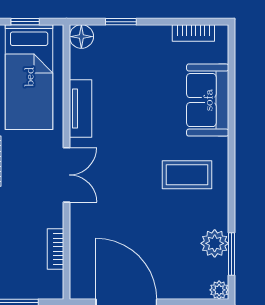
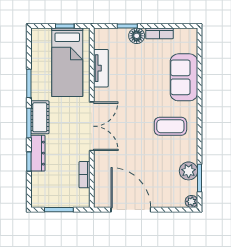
bookcase: (193, 33) -> (159, 33), moved
floor lamp: (81, 37) -> (137, 36), moved
tv unit: (80, 108) -> (101, 68), moved
double door: (67, 175) -> (92, 126), width x1.37

